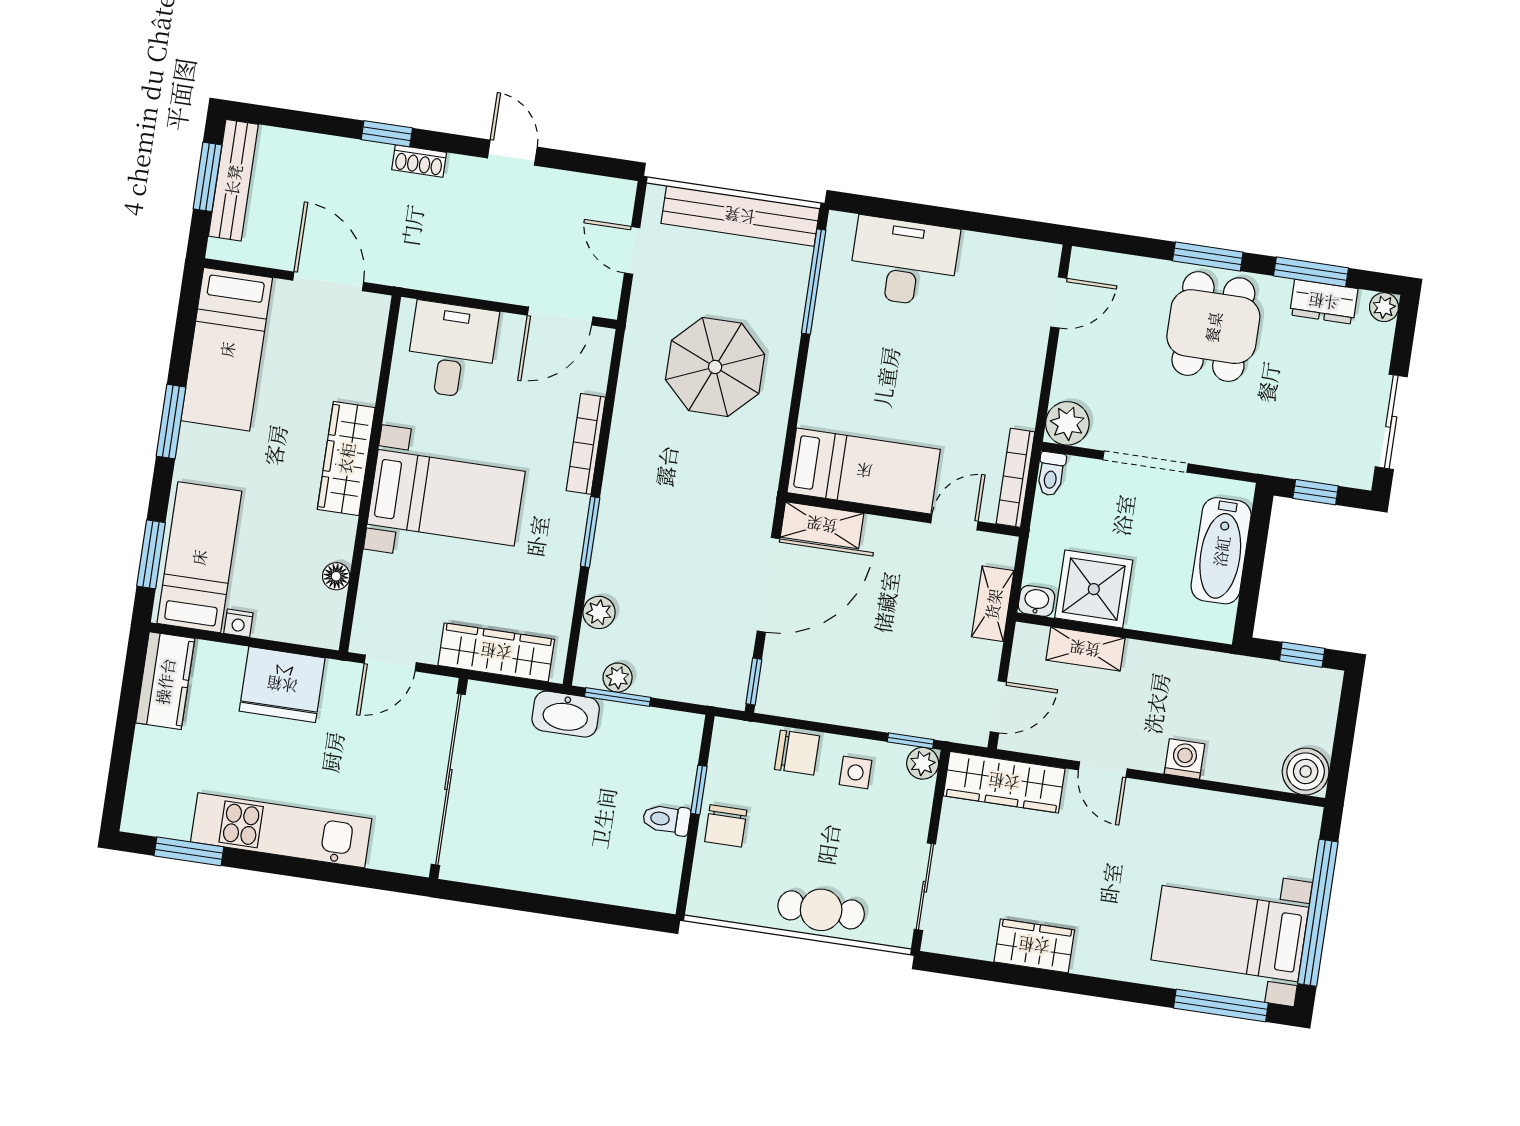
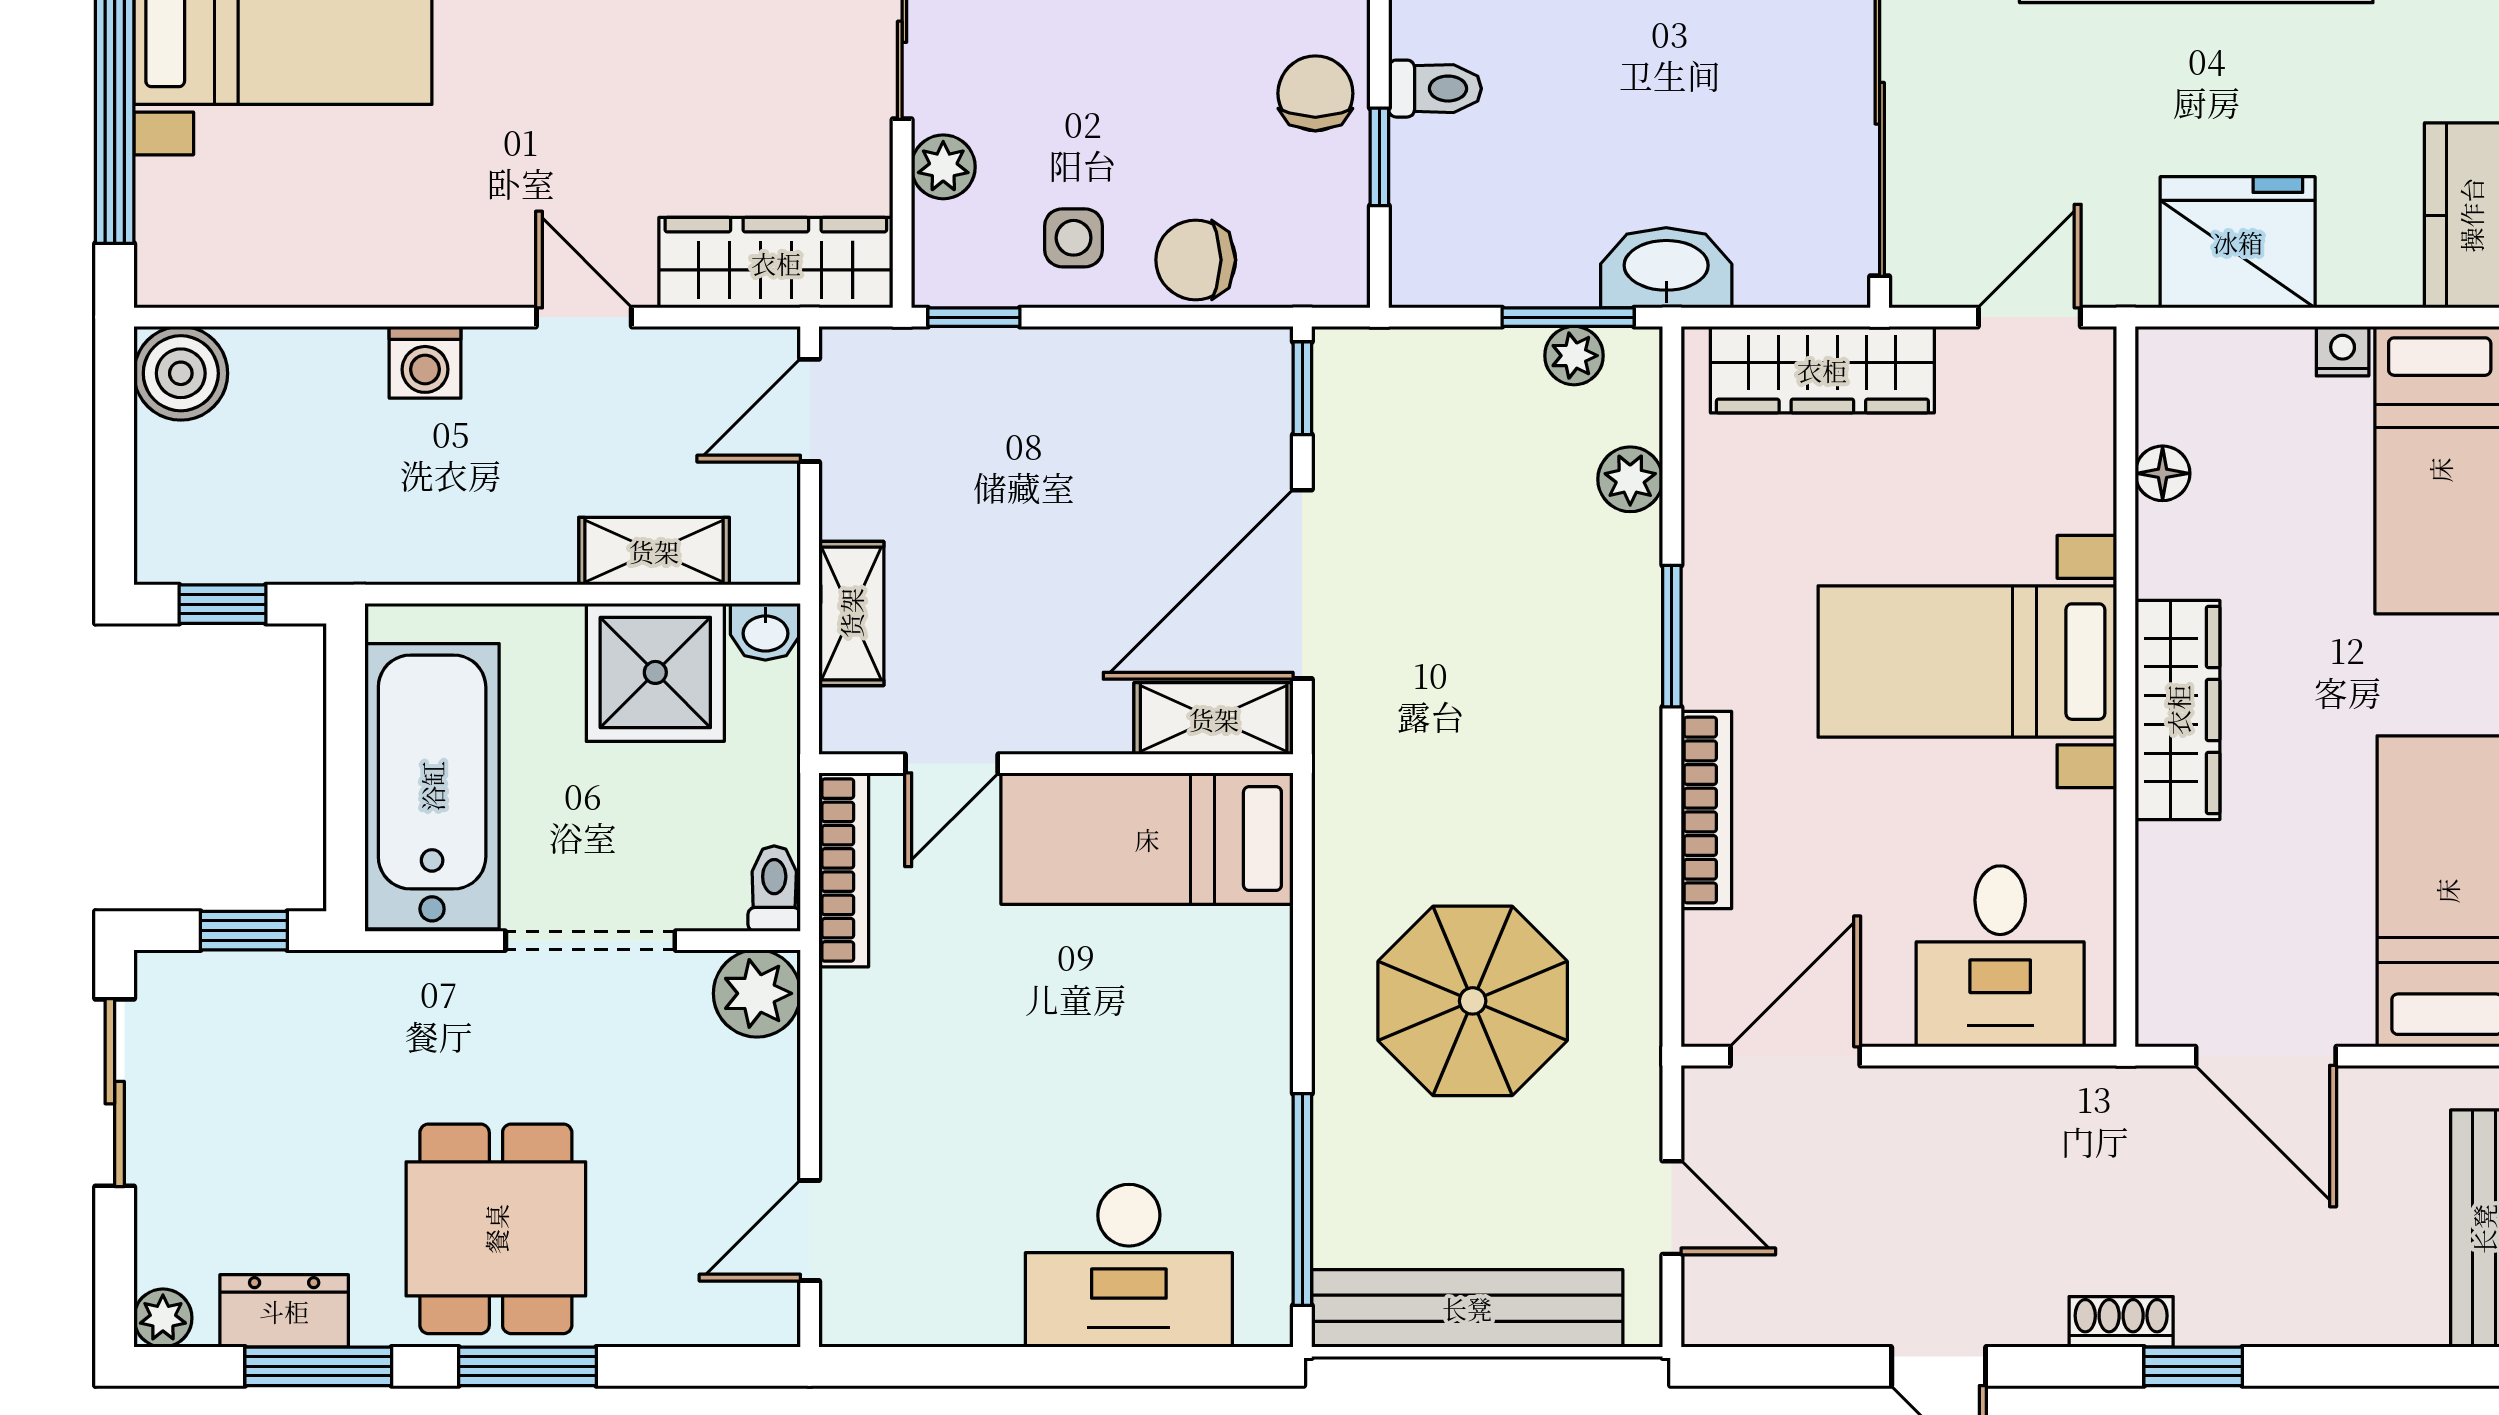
bathtub: (1221, 551) -> (432, 786), width x1.36, depth x1.36
plant: (923, 763) -> (943, 167), moved

